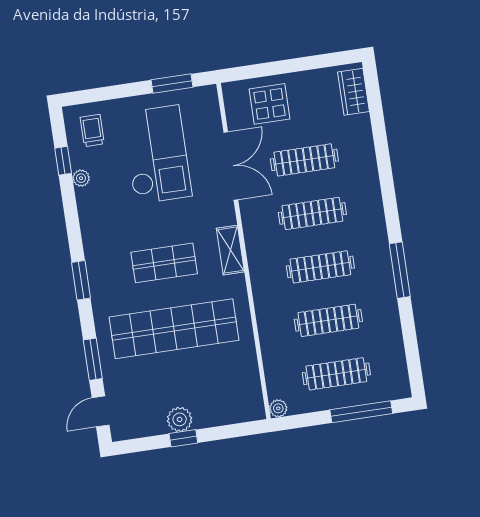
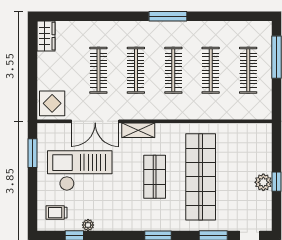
wardrobe: (353, 92) -> (46, 36), moved, turned -90
display table: (270, 104) -> (52, 103), moved
double door: (231, 166) -> (95, 121), swing flipped
shelving: (230, 250) -> (138, 130), moved
window: (400, 270) -> (168, 16), moved
plant: (278, 408) -> (266, 114), removed

